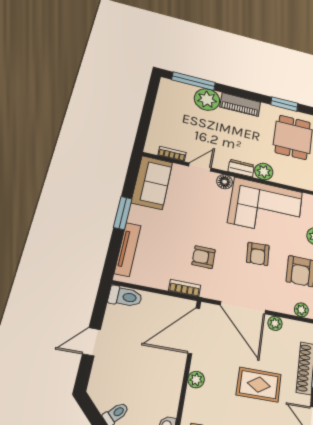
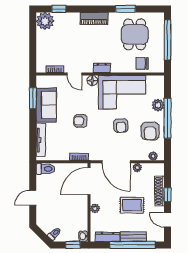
window: (194, 81) -> (59, 9), width x0.46
plant: (207, 99) -> (45, 21), moved
door: (200, 167) -> (74, 74), swing flipped
plant: (264, 171) -> (117, 66), removed
chair: (299, 176) -> (142, 63), added
sofa: (152, 182) -> (46, 105), moved
window: (123, 213) -> (33, 98), moved
armchair: (204, 257) -> (80, 121), moved

